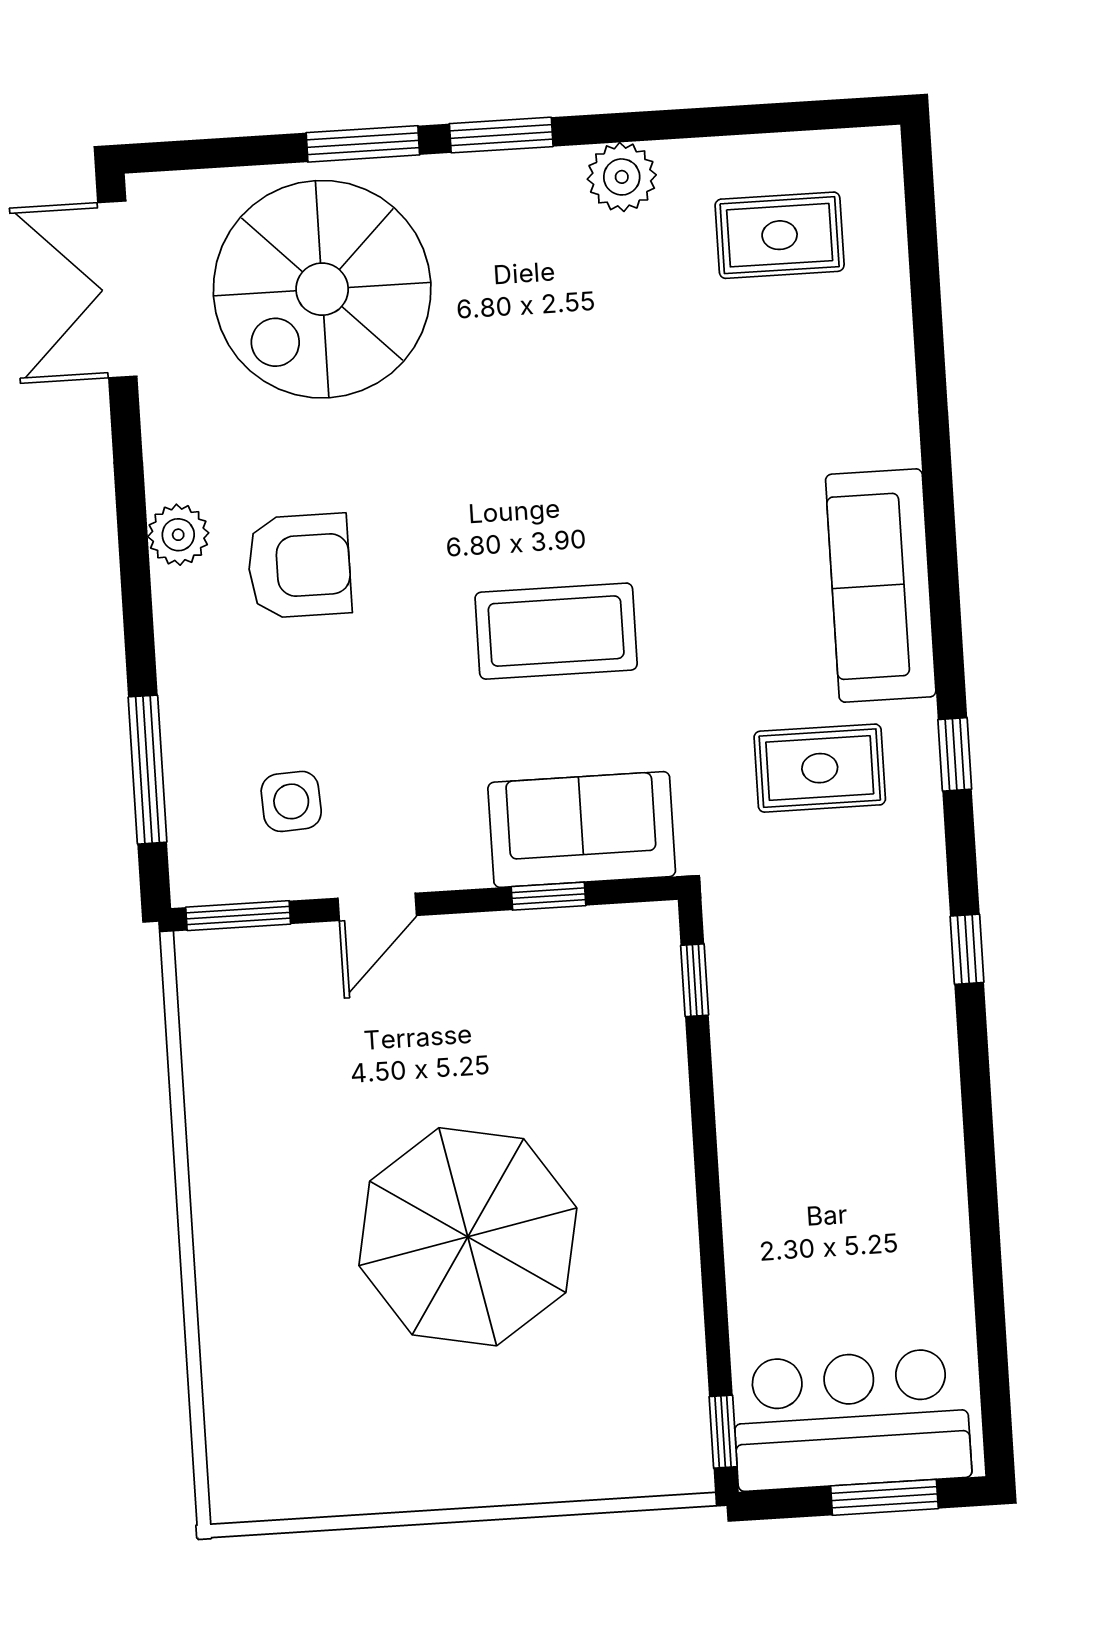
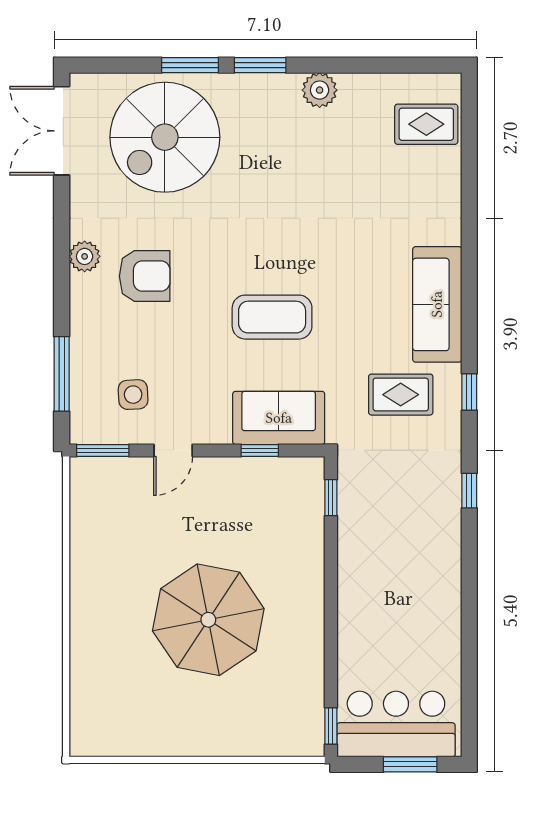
rug: (780, 235) -> (426, 124), moved

